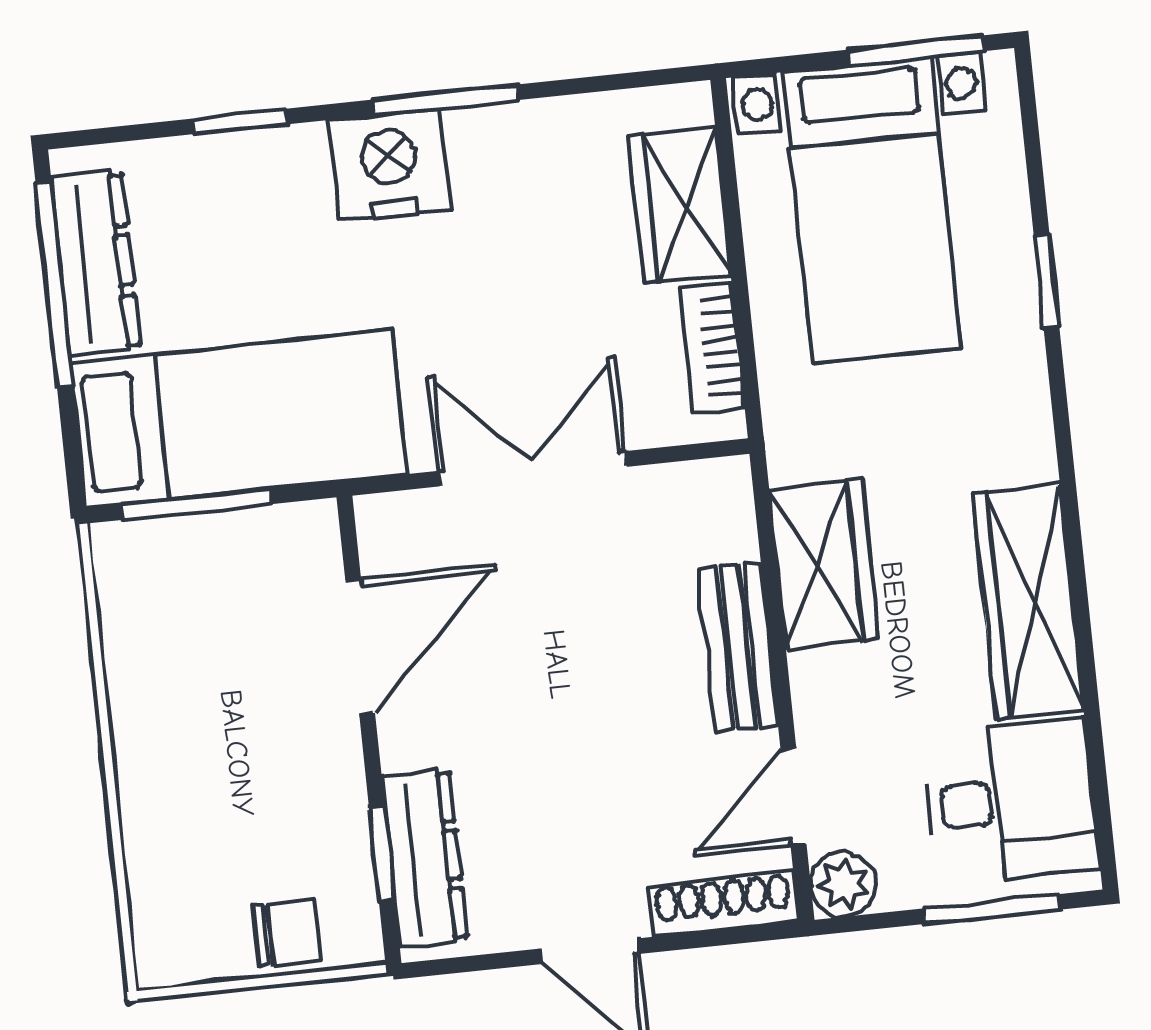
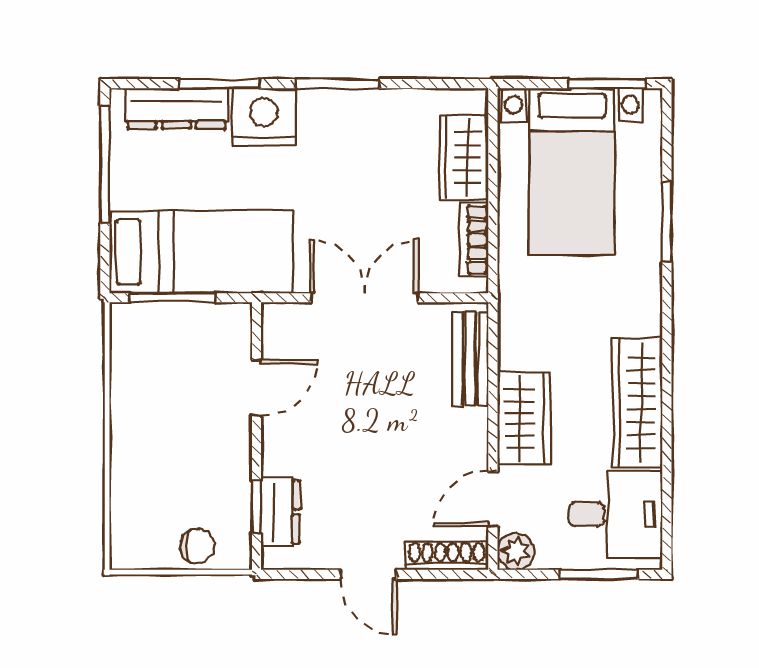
window: (239, 121) -> (219, 84), width x1.50
nightstand: (389, 164) -> (264, 117), moved
dresser: (96, 263) -> (176, 108), moved, turned 90
window: (1047, 281) -> (667, 222), width x1.50
wardrobe: (824, 564) -> (524, 418), moved
door: (360, 646) -> (256, 388), width x0.73
bench: (738, 647) -> (471, 359), moved
dresser: (424, 858) -> (280, 512), width x0.70

